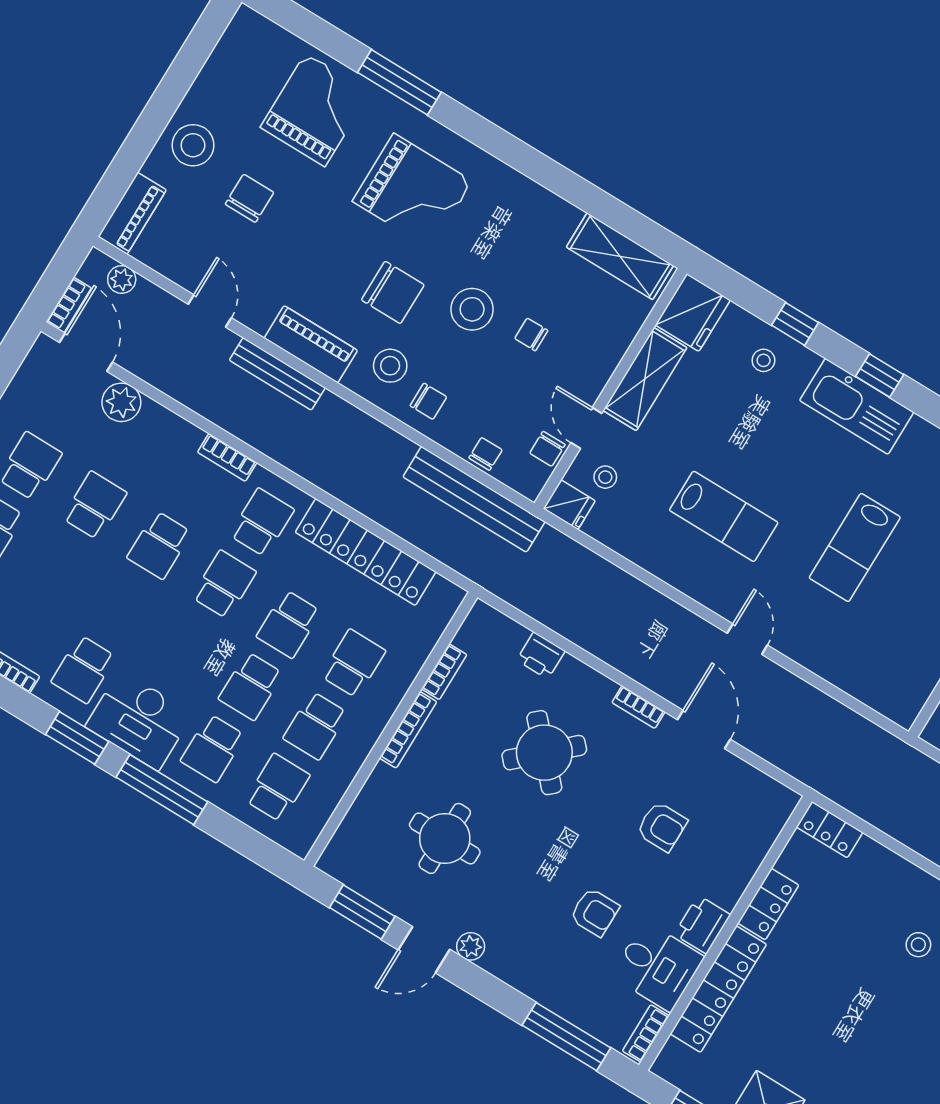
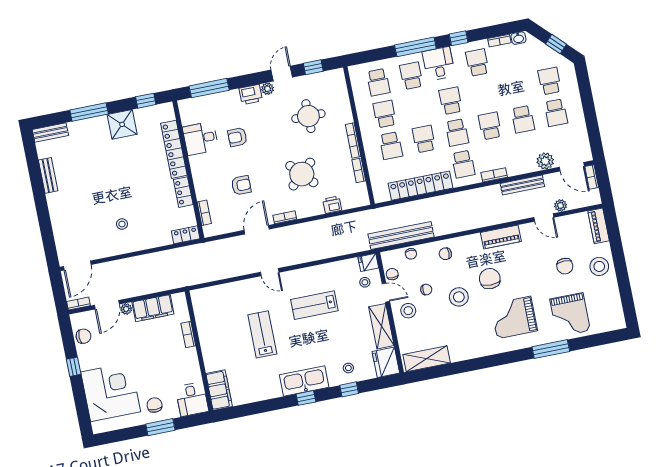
plant: (122, 279) -> (561, 205), moved
chair: (393, 292) -> (490, 279), turned 90
chair: (531, 334) -> (426, 290), moved
stool: (390, 366) -> (408, 311), moved
bench: (277, 374) -> (522, 185), moved
school desk: (251, 686) -> (451, 101), moved
desk: (139, 720) -> (439, 64), width x0.73
door: (704, 729) -> (257, 230), swing flipped
window: (77, 738) -> (459, 38), width x0.67
armchair: (662, 827) -> (241, 185), turned 180
window: (362, 912) -> (313, 67), width x0.67
printer: (702, 925) -> (251, 95), moved, turned 90
bookcase: (646, 1033) -> (204, 213), moved

